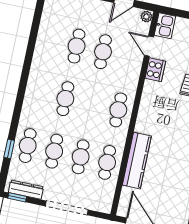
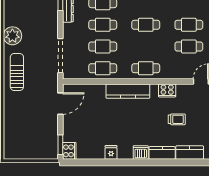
cooker: (155, 70) -> (167, 90), moved
kitchen counter: (137, 161) -> (128, 91), moved
doorway: (67, 208) -> (60, 56), moved

